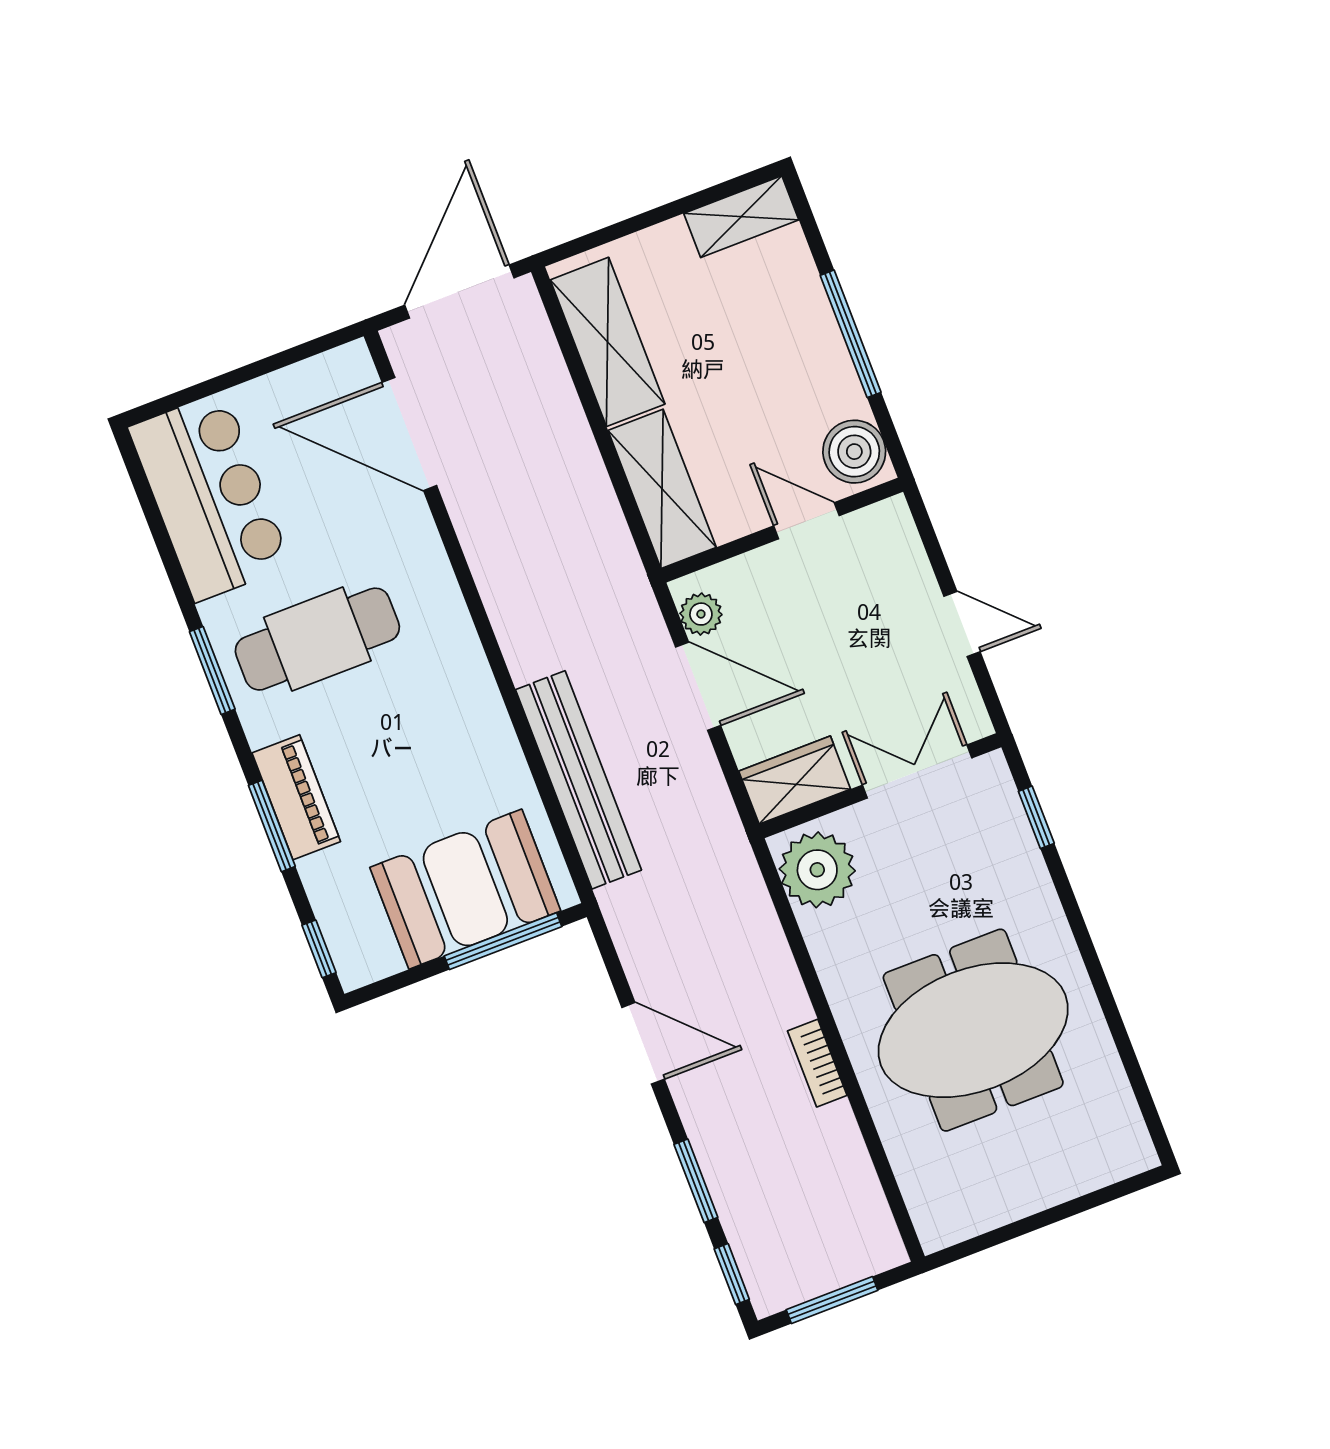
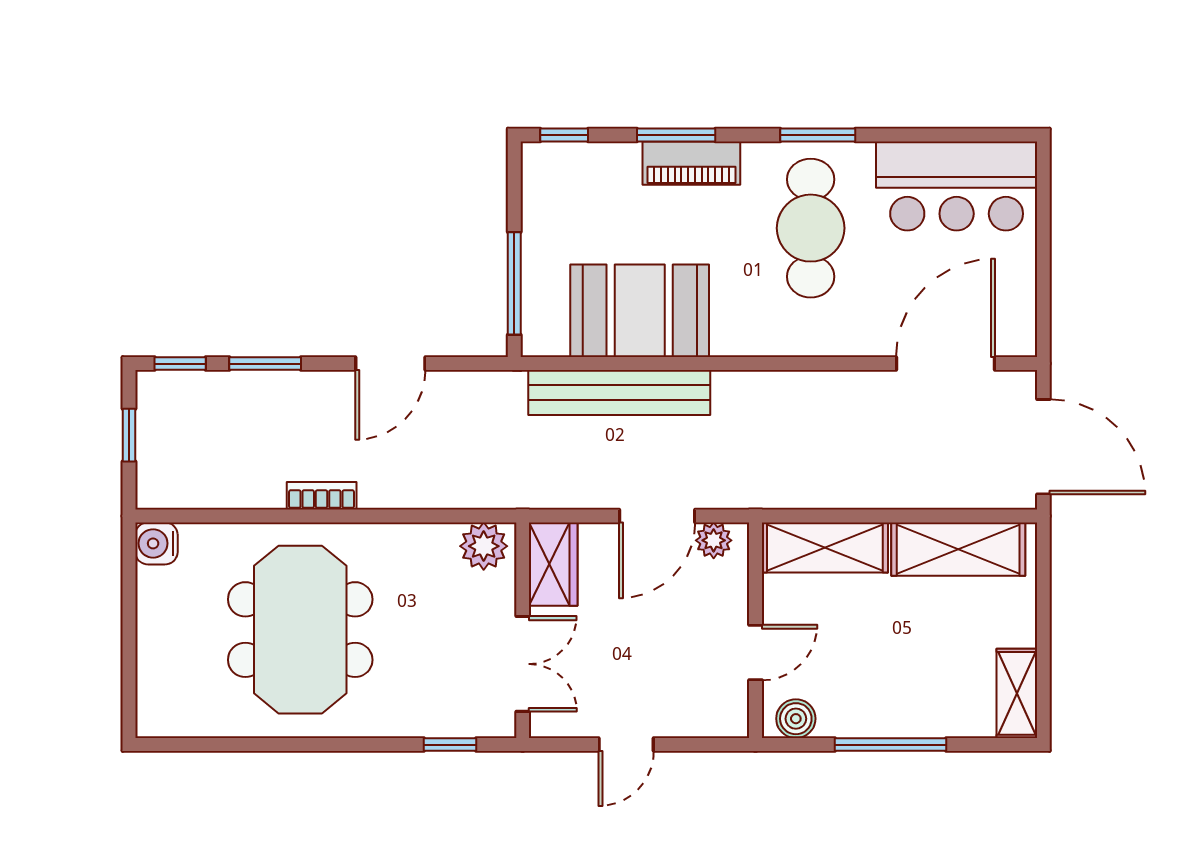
boiler: (854, 452) -> (796, 719), width x0.73, depth x0.73
plant: (817, 870) -> (484, 546), width x0.73, depth x0.73
booth: (465, 889) -> (640, 311), moved, turned 90
water cooler: (939, 1224) -> (156, 543), added
window: (832, 1300) -> (129, 435), width x0.67

